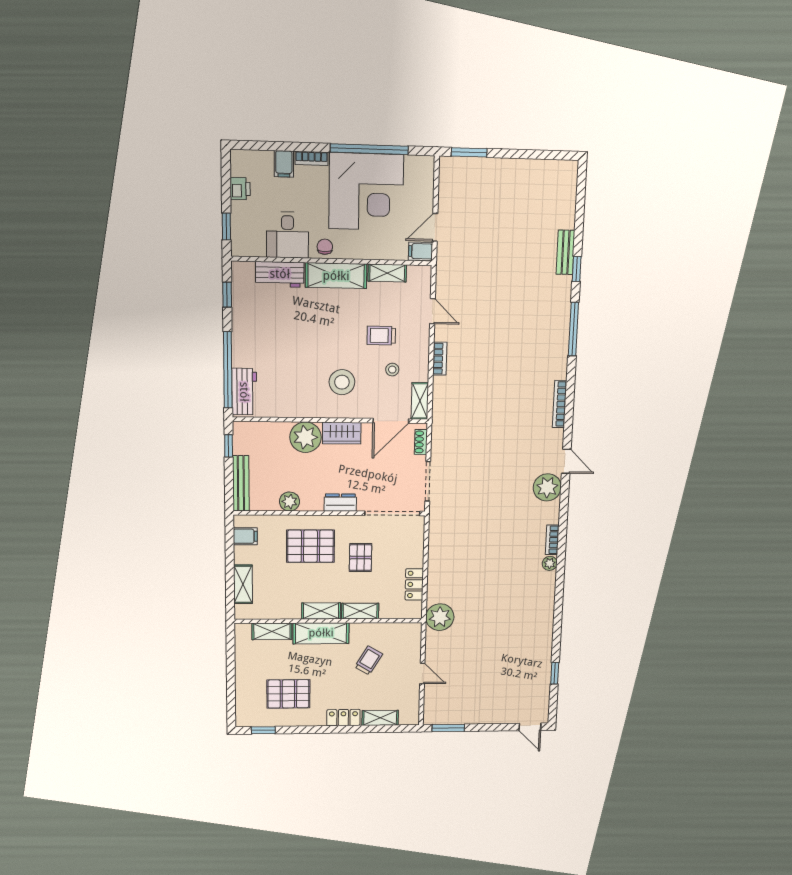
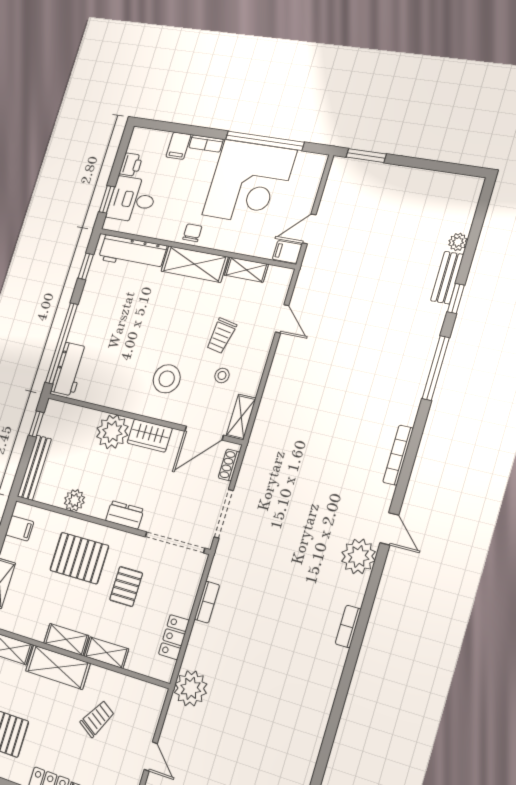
desk: (287, 235) -> (132, 200), moved, turned 90
workbench: (280, 274) -> (132, 253), width x1.38
trolley: (381, 336) -> (221, 336), turned -80
bookcase: (440, 359) -> (207, 602), moved
plant: (550, 563) -> (458, 242), moved

